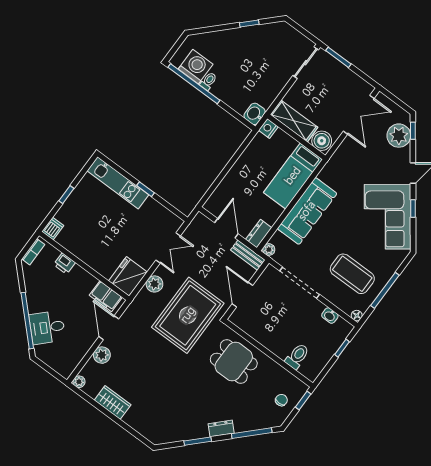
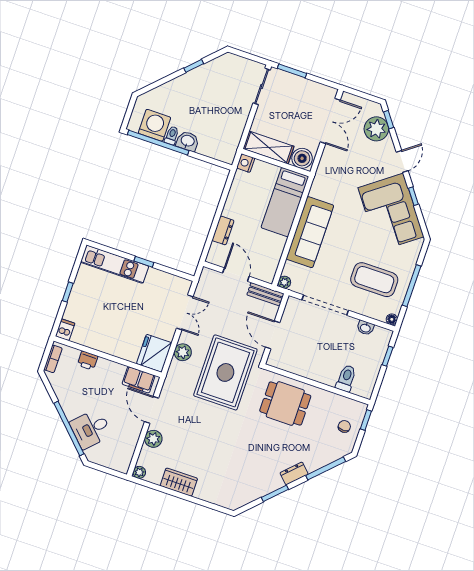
washbasin: (255, 114) -> (188, 141), moved, turned 90
dresser: (259, 234) -> (223, 230), moved, turned 180

